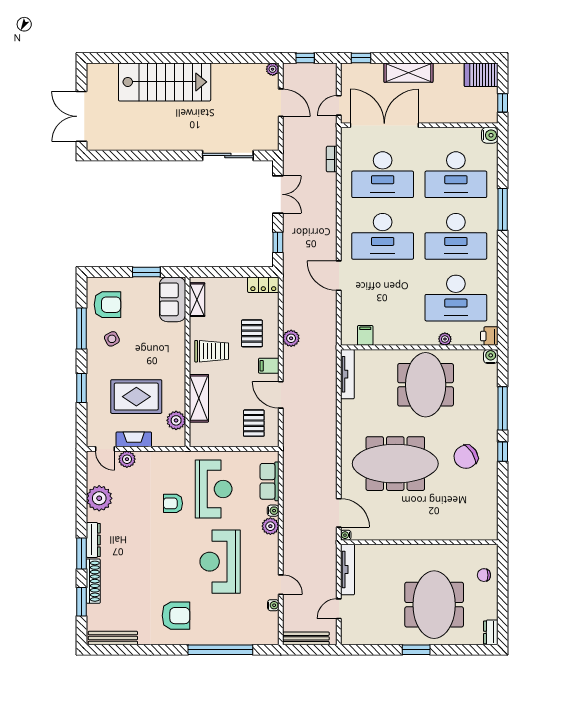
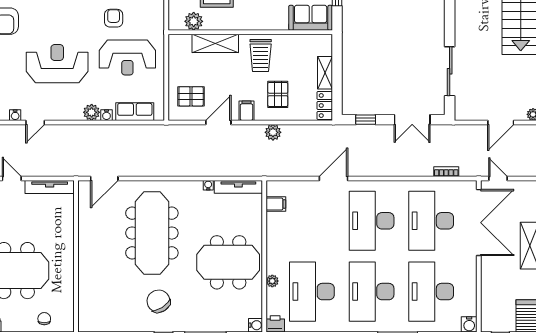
shelving: (197, 300) -> (325, 73), moved, turned 90
pallet: (252, 333) -> (278, 94), turned 90
water cooler: (346, 535) -> (208, 185), moved

